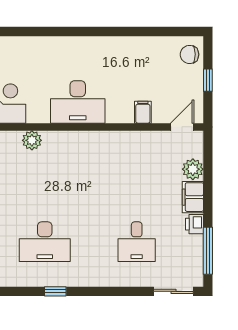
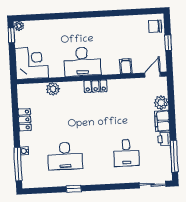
locker: (96, 140) -> (95, 86), added

